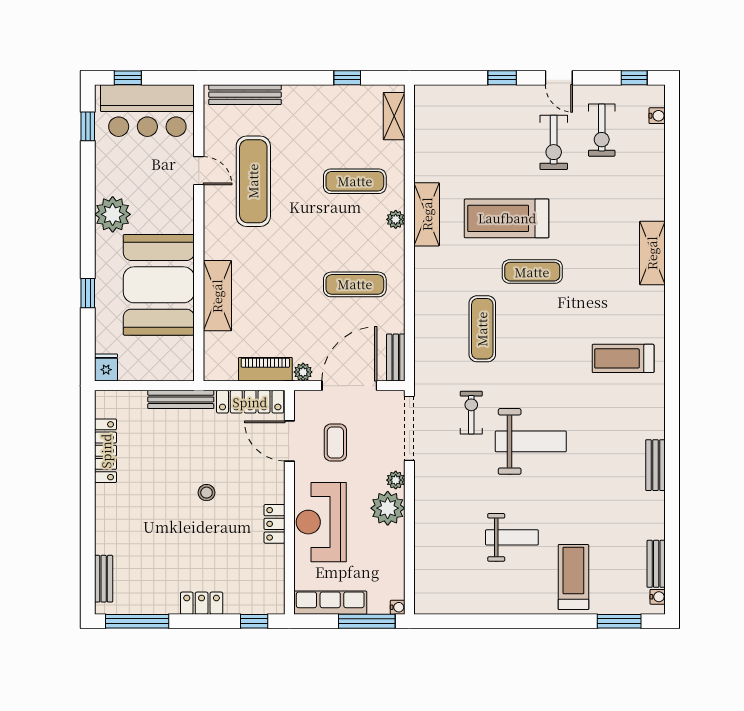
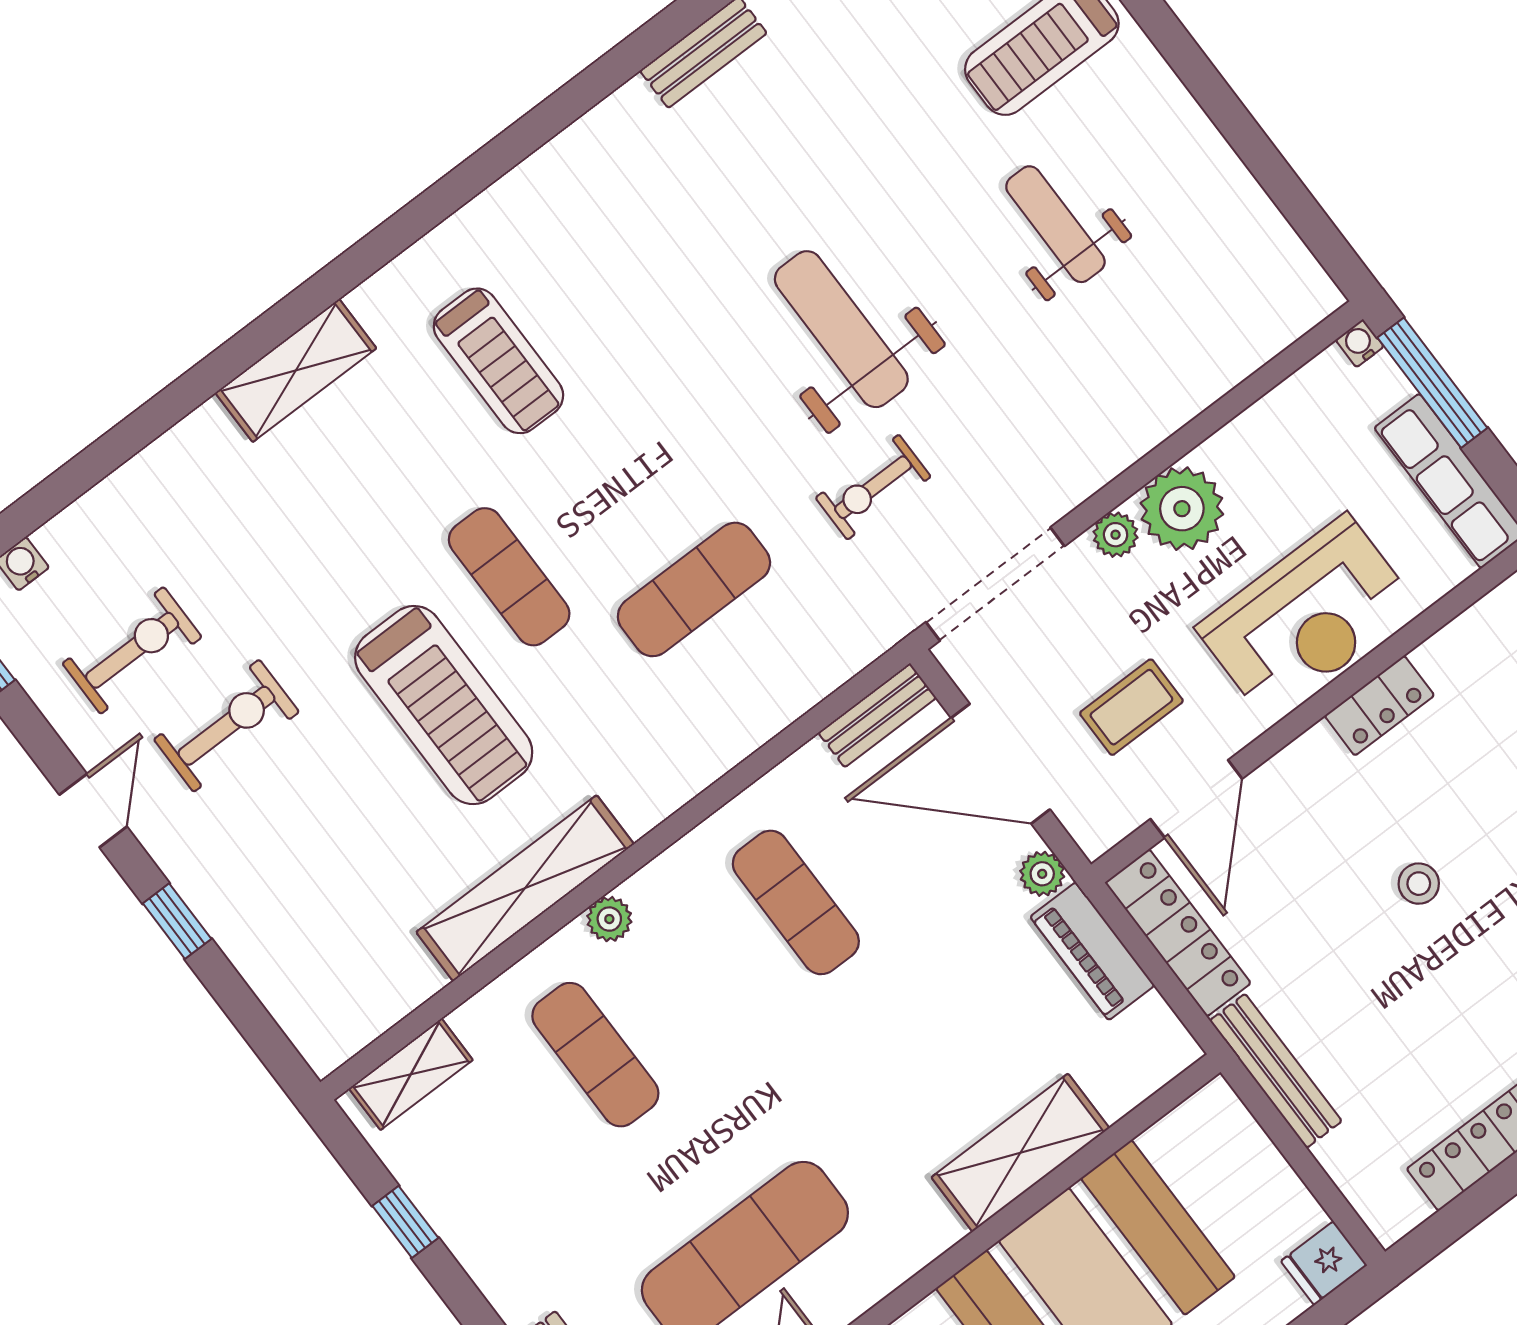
shelving: (427, 214) -> (525, 888), width x1.47
treadmill: (623, 358) -> (498, 361), moved

